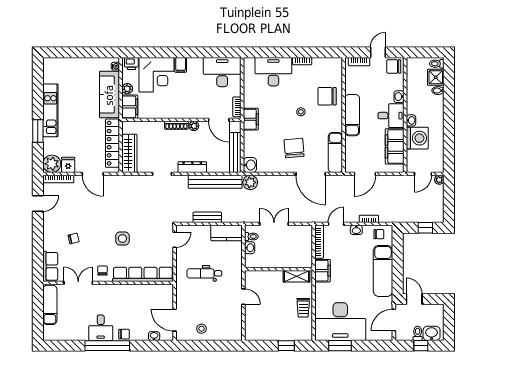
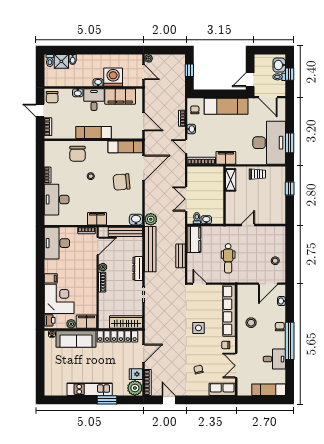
stool: (129, 300) -> (251, 323), added
exam couch: (50, 305) -> (269, 390), moved
desk: (101, 328) -> (274, 359), moved

